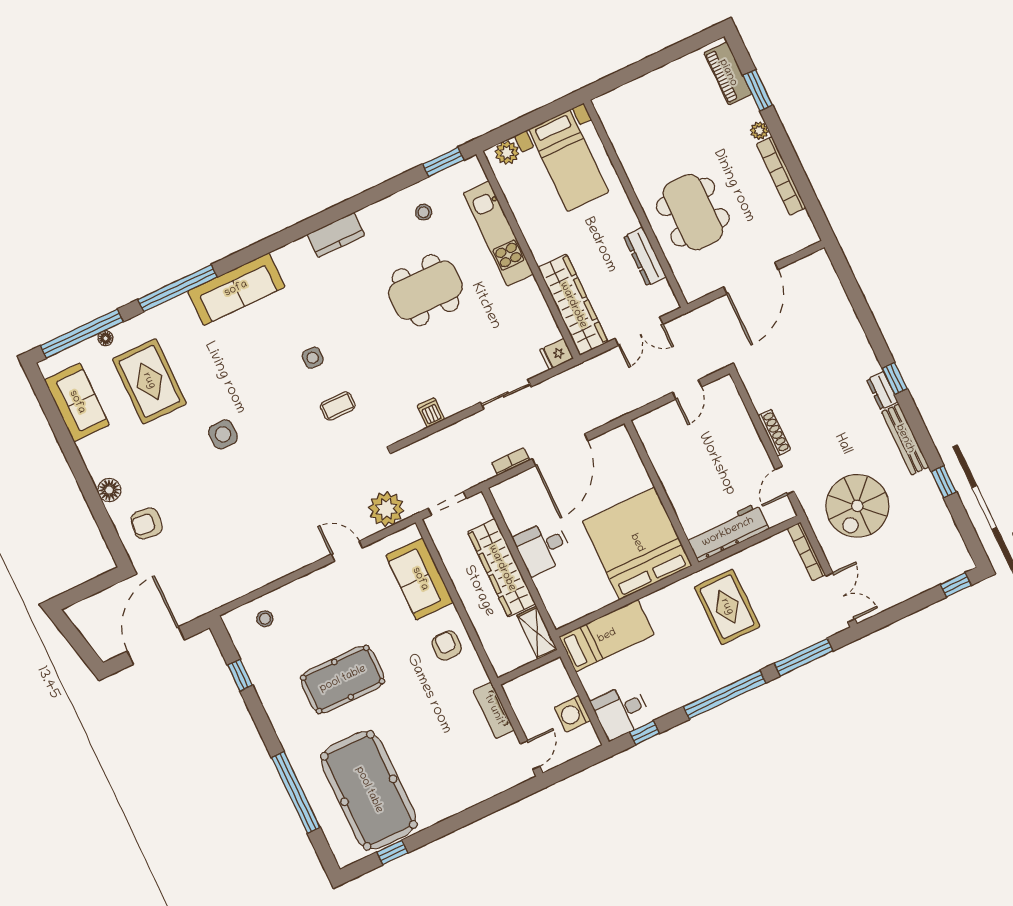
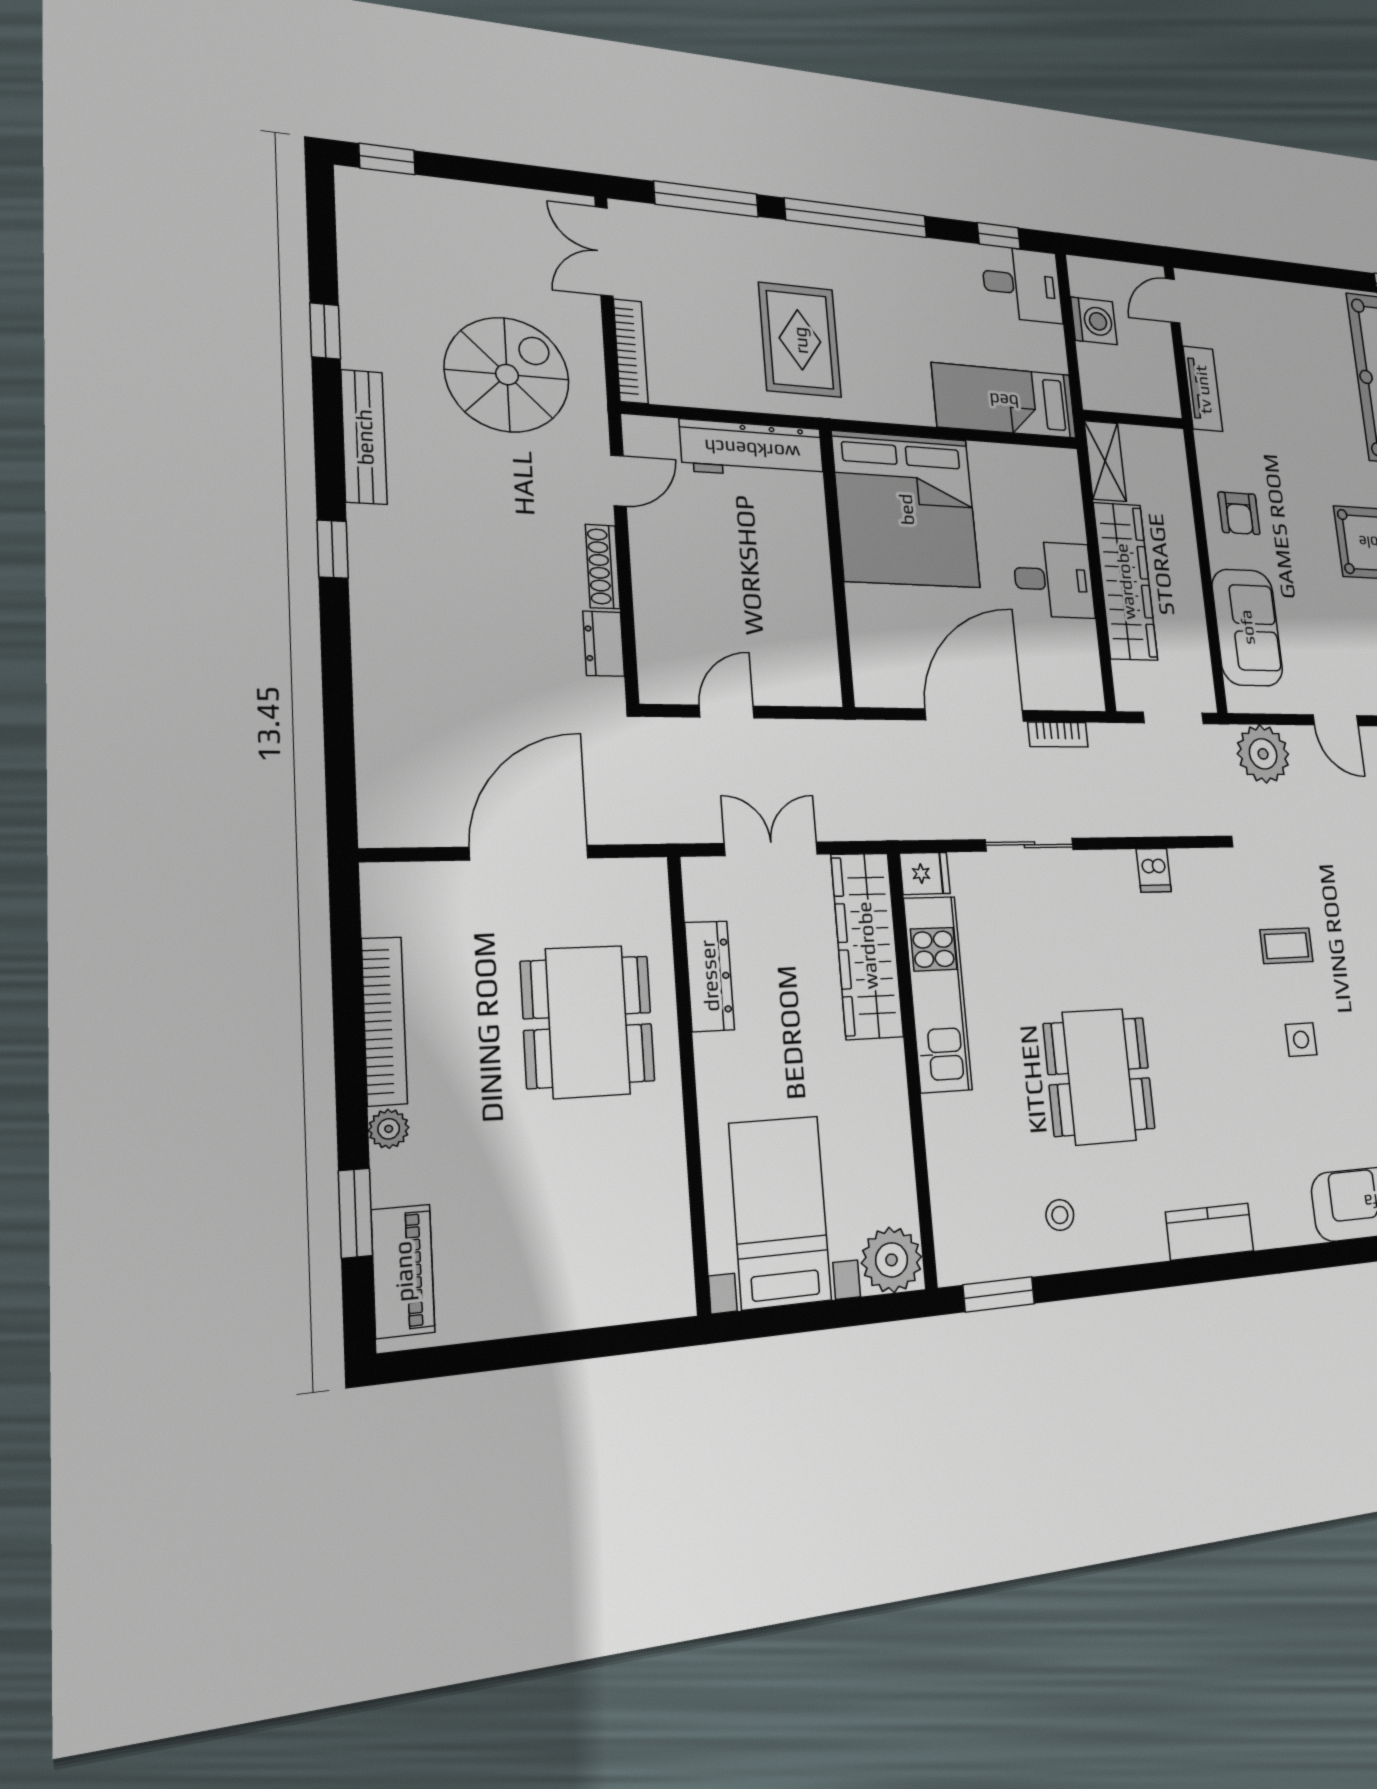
plant: (507, 153) -> (892, 1260), width x1.36, depth x1.36
kitchen unit: (498, 234) -> (938, 994), moved
dining table: (425, 290) -> (1099, 1076), turned 90
dresser: (882, 391) -> (604, 644), moved, turned 180

